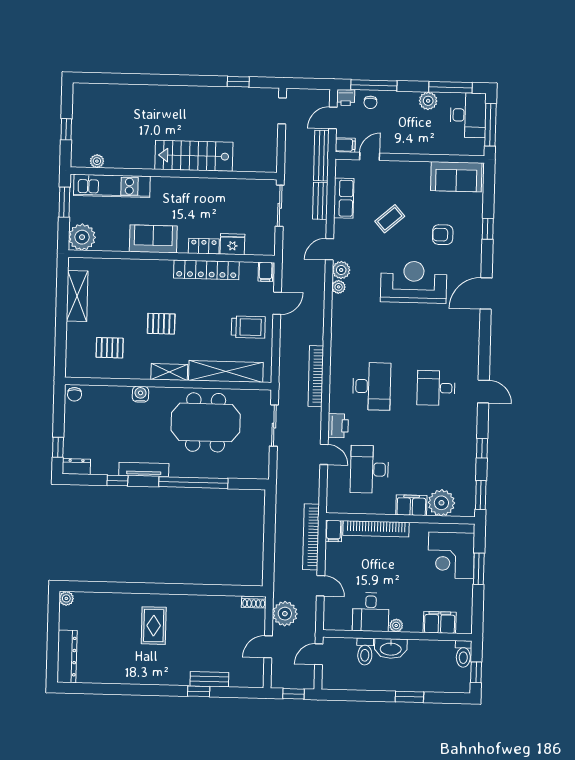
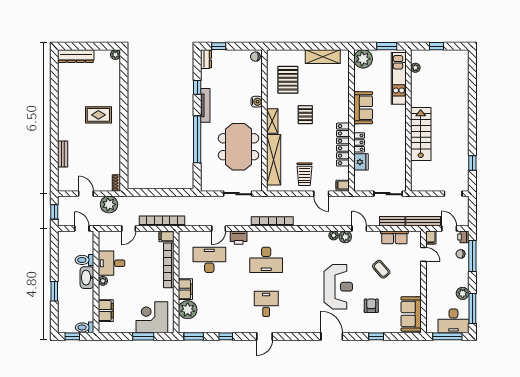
pallet: (110, 348) -> (288, 80), width x1.50, depth x1.42
window: (199, 691) -> (54, 147), removed

